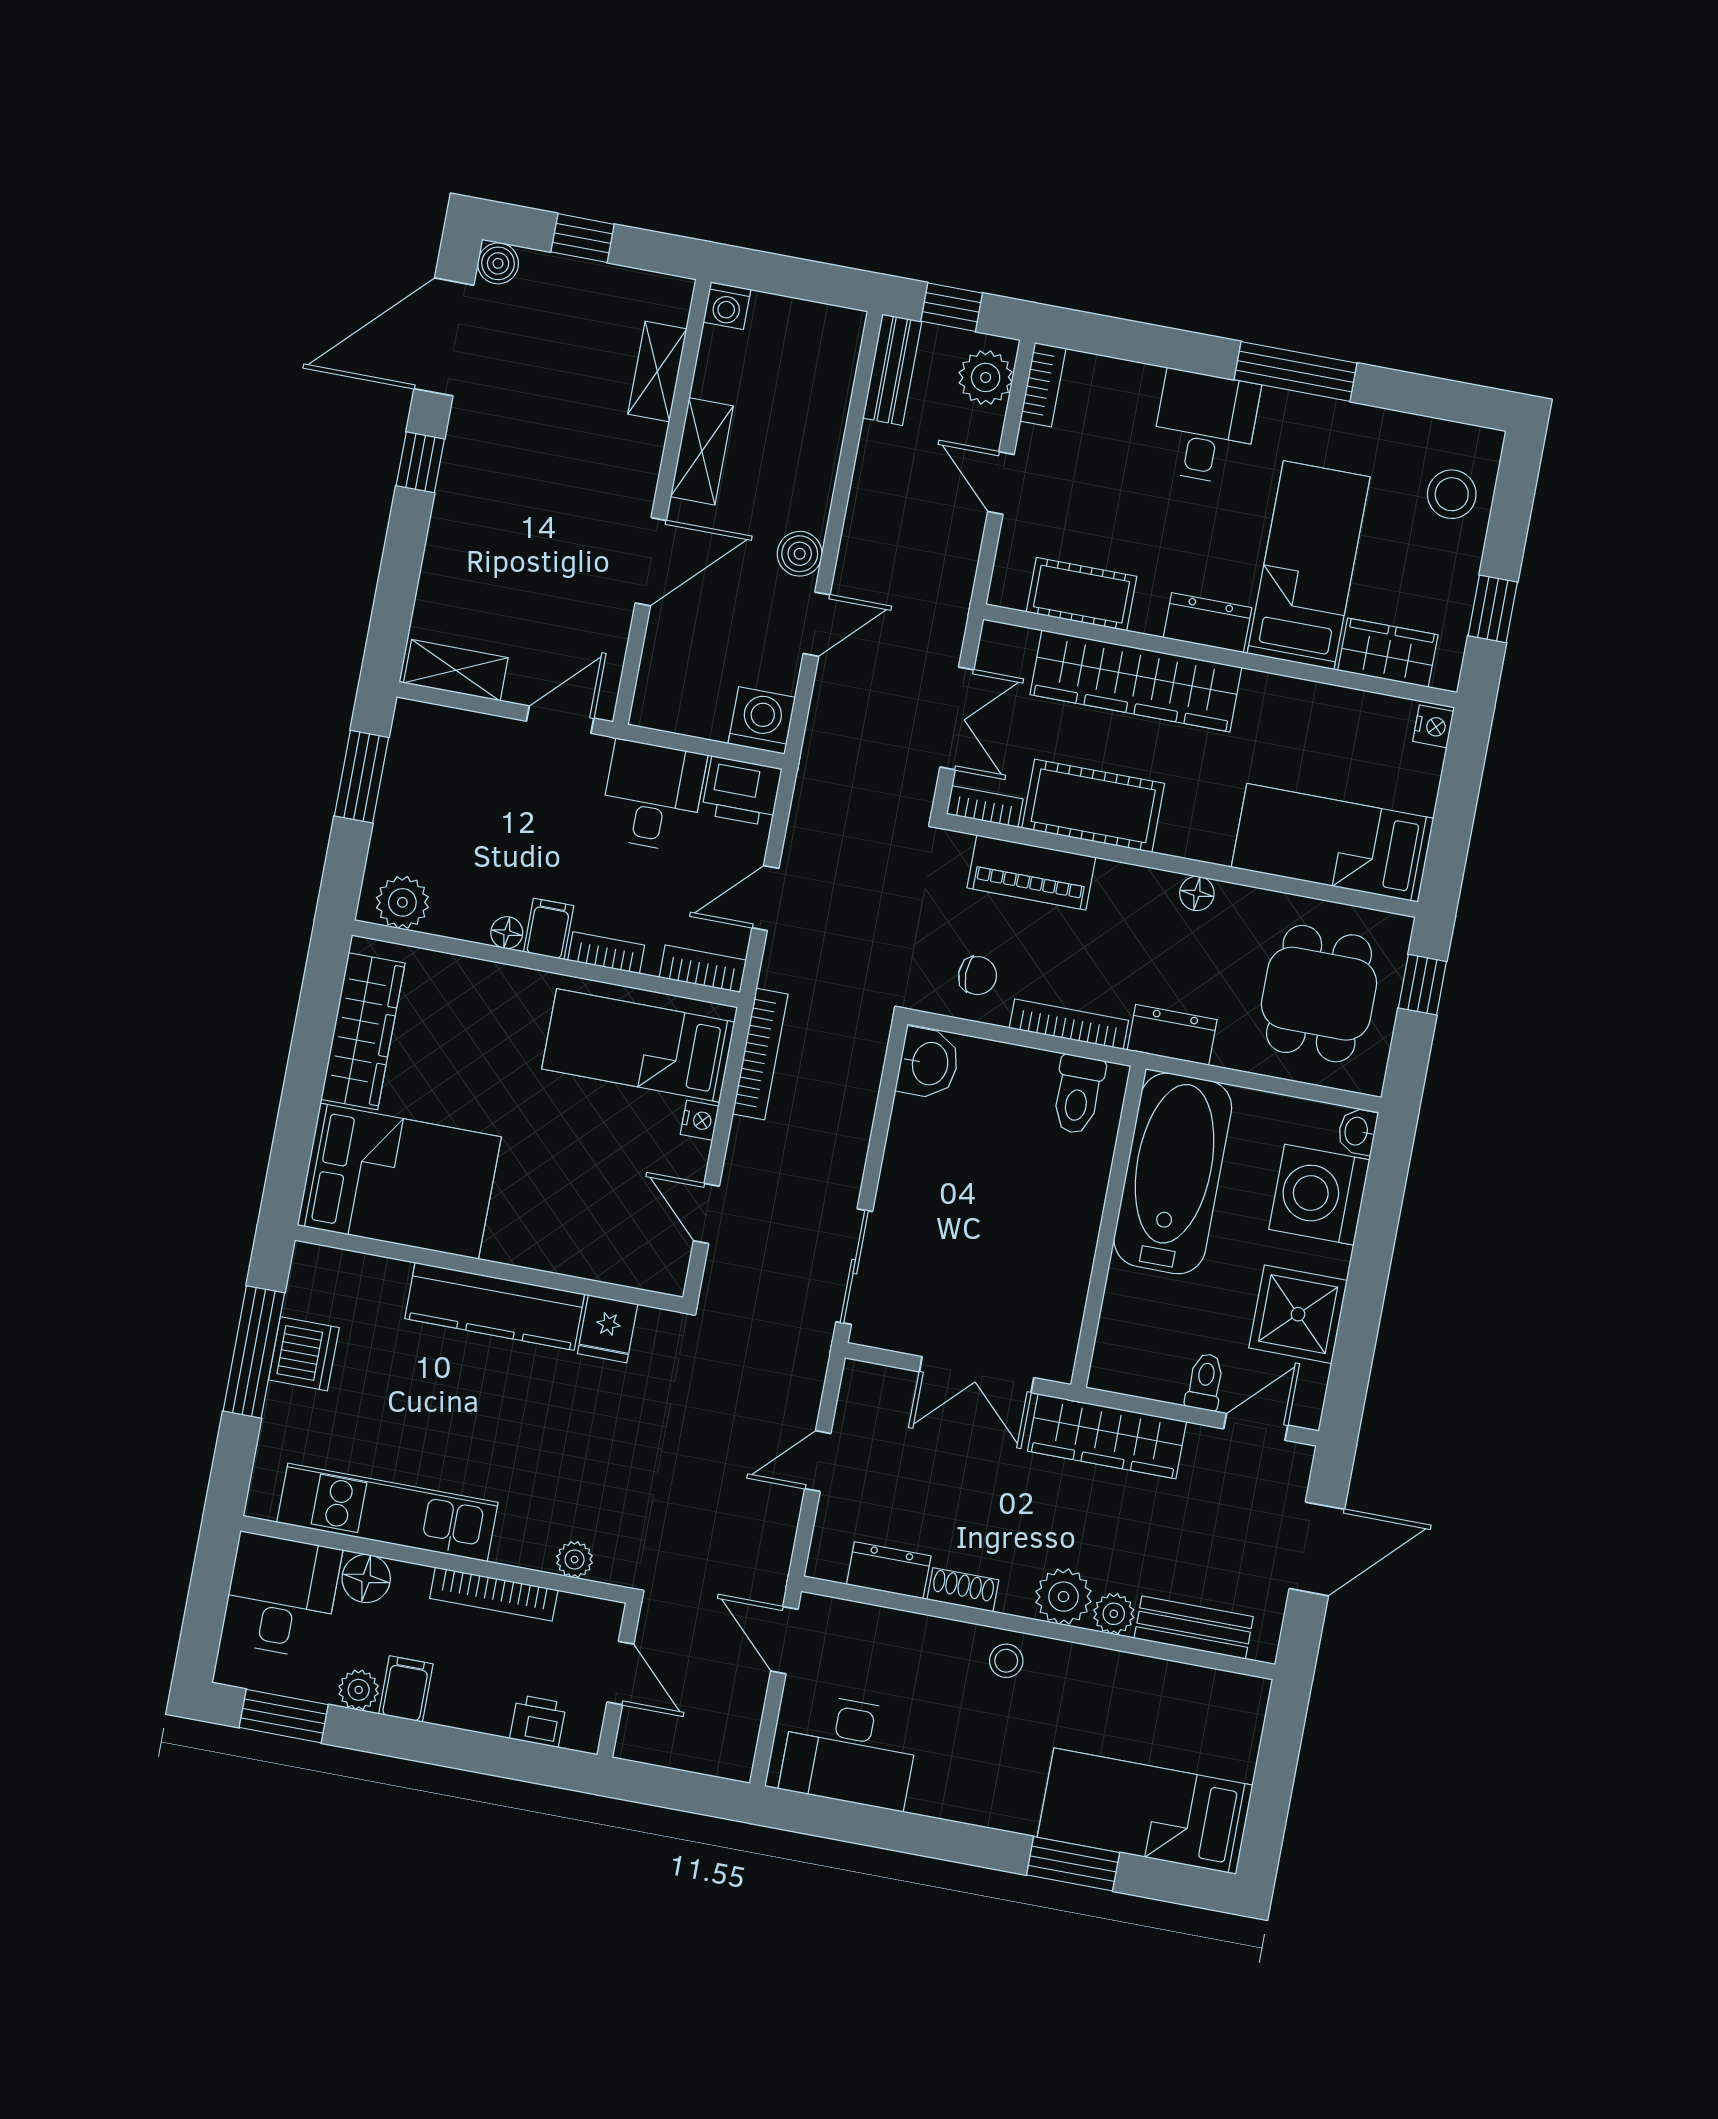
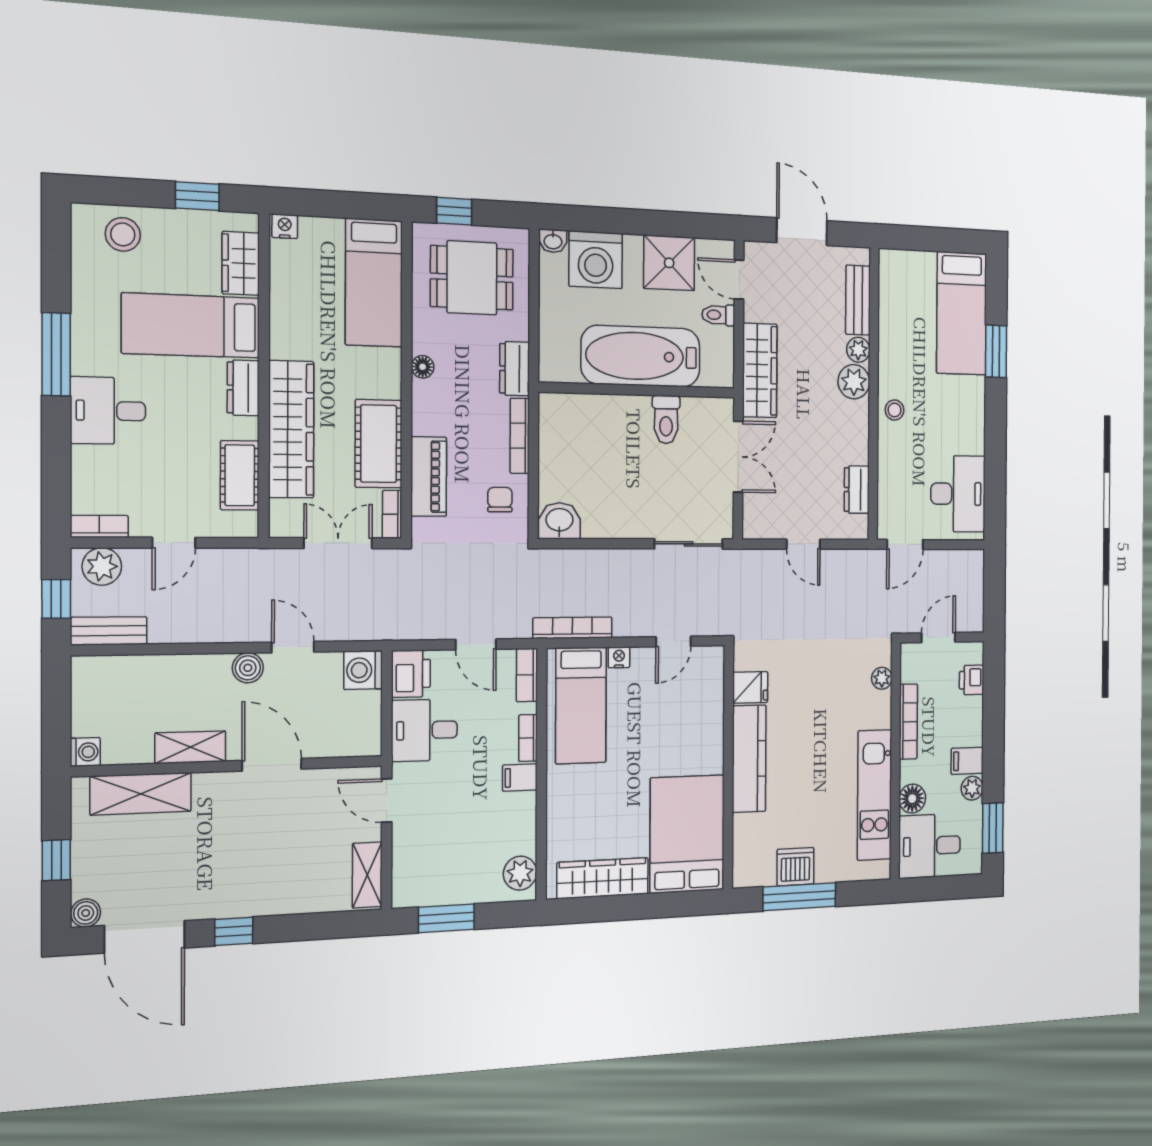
shelving: (657, 371) -> (141, 794), width x1.50, depth x1.33
floor lamp: (507, 933) -> (527, 803), removed
toilet: (1078, 1095) -> (666, 420), moved, turned 90
bathtub: (1173, 1173) -> (641, 356), moved
shoe rack: (963, 1590) -> (860, 443), removed

